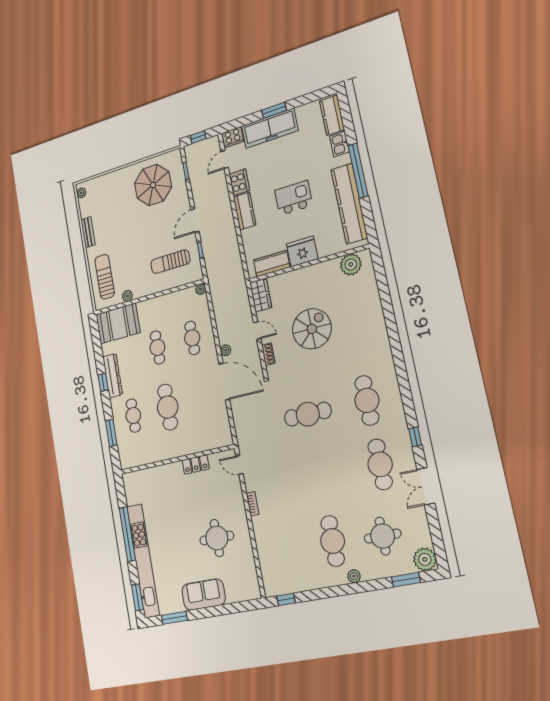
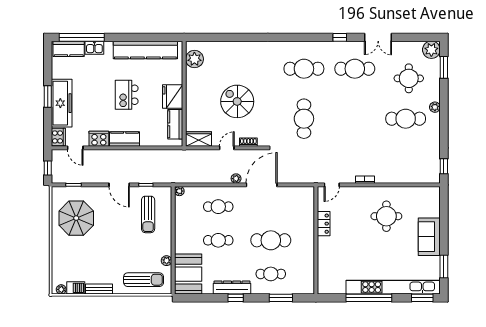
window: (358, 171) -> (82, 37), moved
barbecue: (85, 208) -> (76, 288), added
sun lounger: (105, 277) -> (144, 280), turned 180

